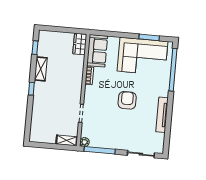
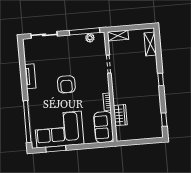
wardrobe: (80, 44) -> (120, 115), moved
shelving: (41, 69) -> (150, 44), moved
tv unit: (162, 115) -> (30, 76), width x0.71
plant: (84, 142) -> (90, 38), moved

